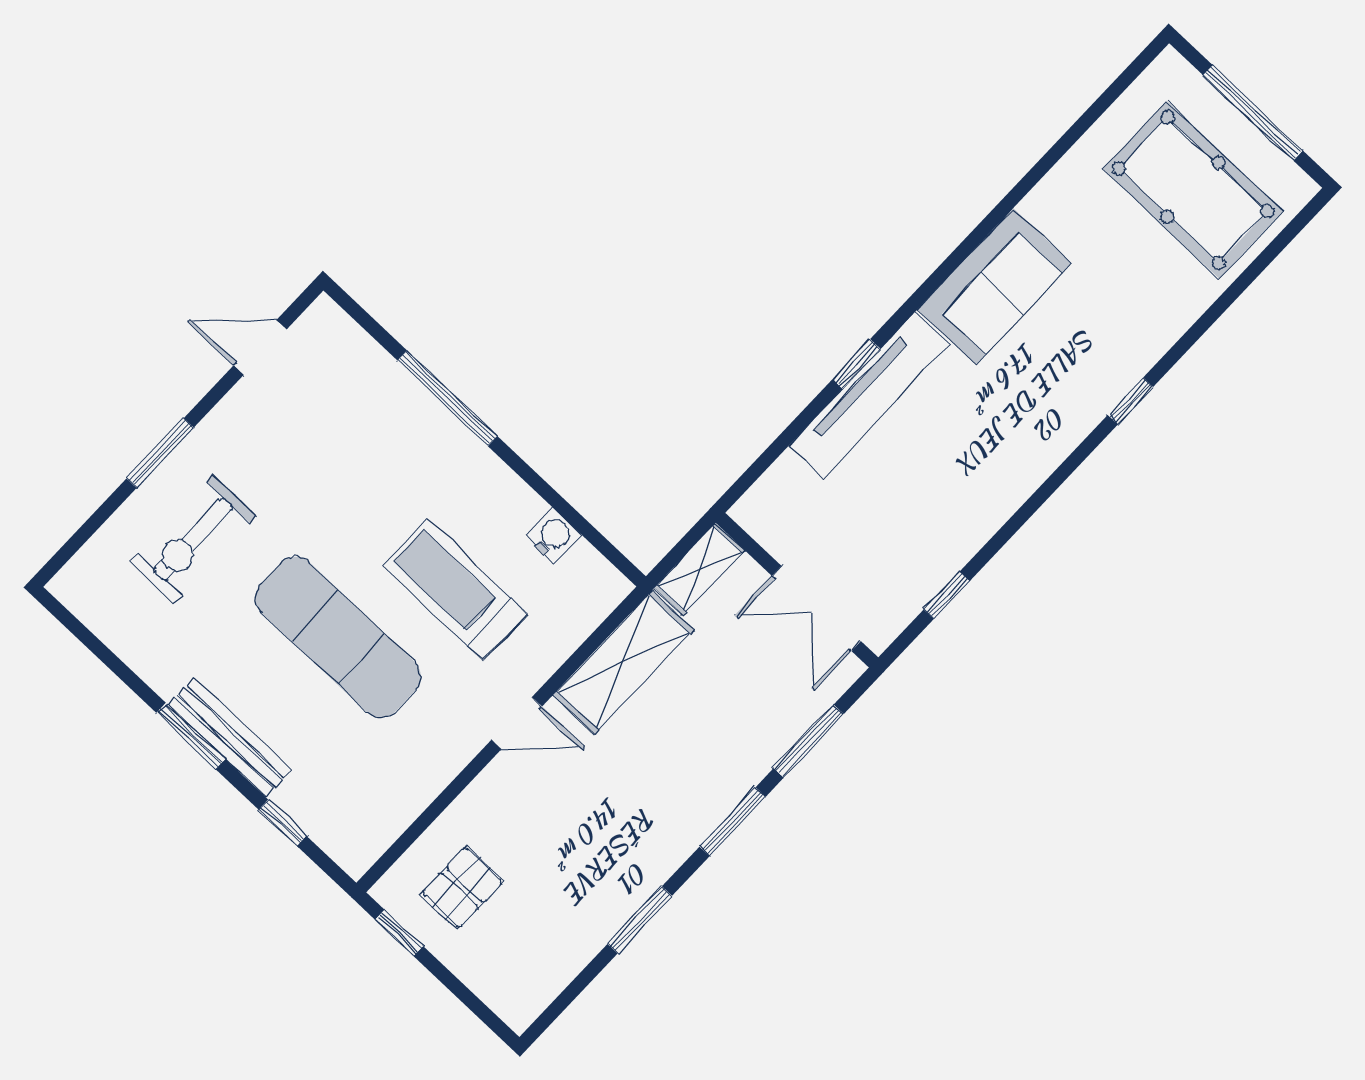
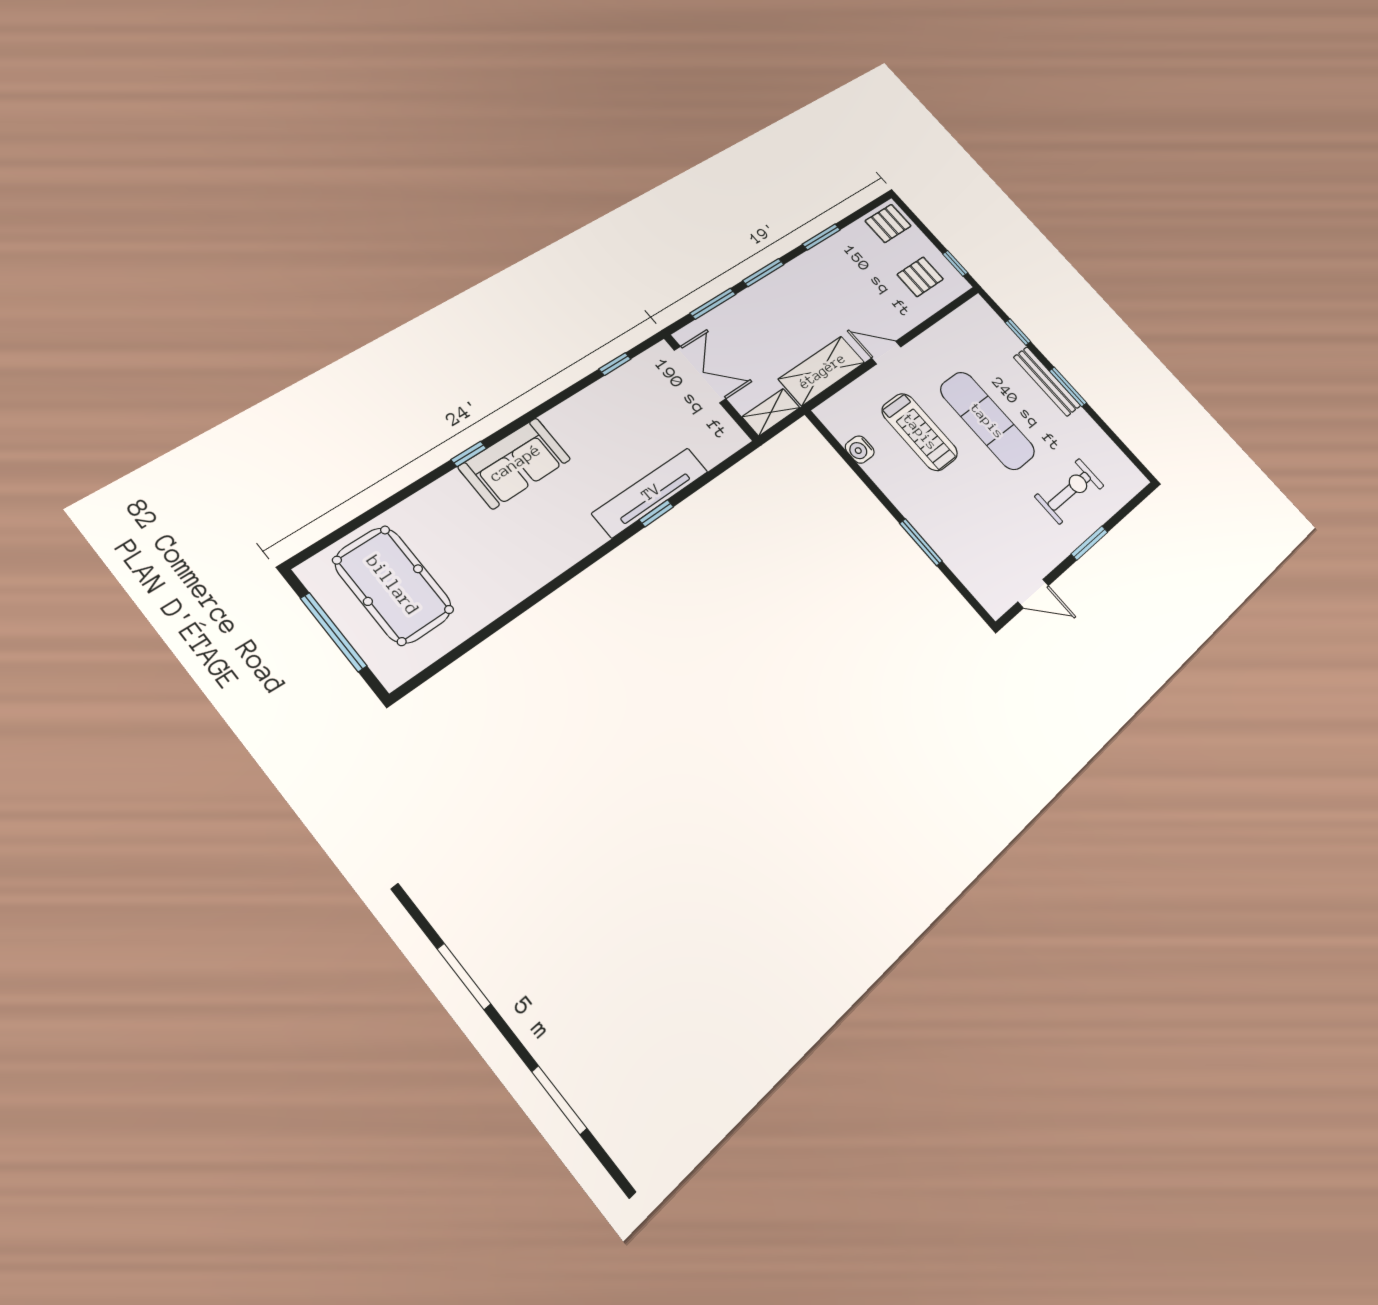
sofa: (995, 286) -> (515, 463), moved, turned 180
window: (447, 398) -> (921, 542), width x0.69
pallet: (524, 982) -> (888, 223), added

